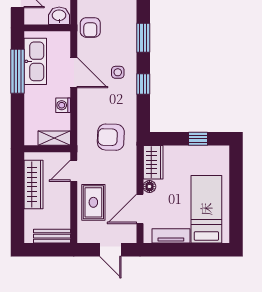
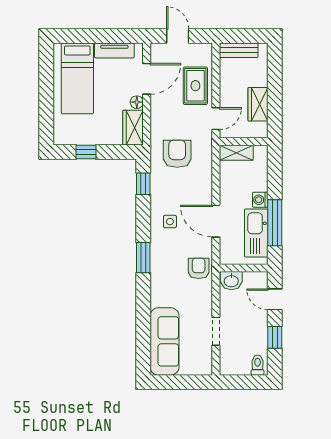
window: (143, 84) -> (143, 184), moved
washing machine: (63, 105) -> (260, 200), moved, turned 180
armchair: (111, 137) -> (177, 154), turned -92
wardrobe: (33, 185) -> (258, 104), width x0.67

